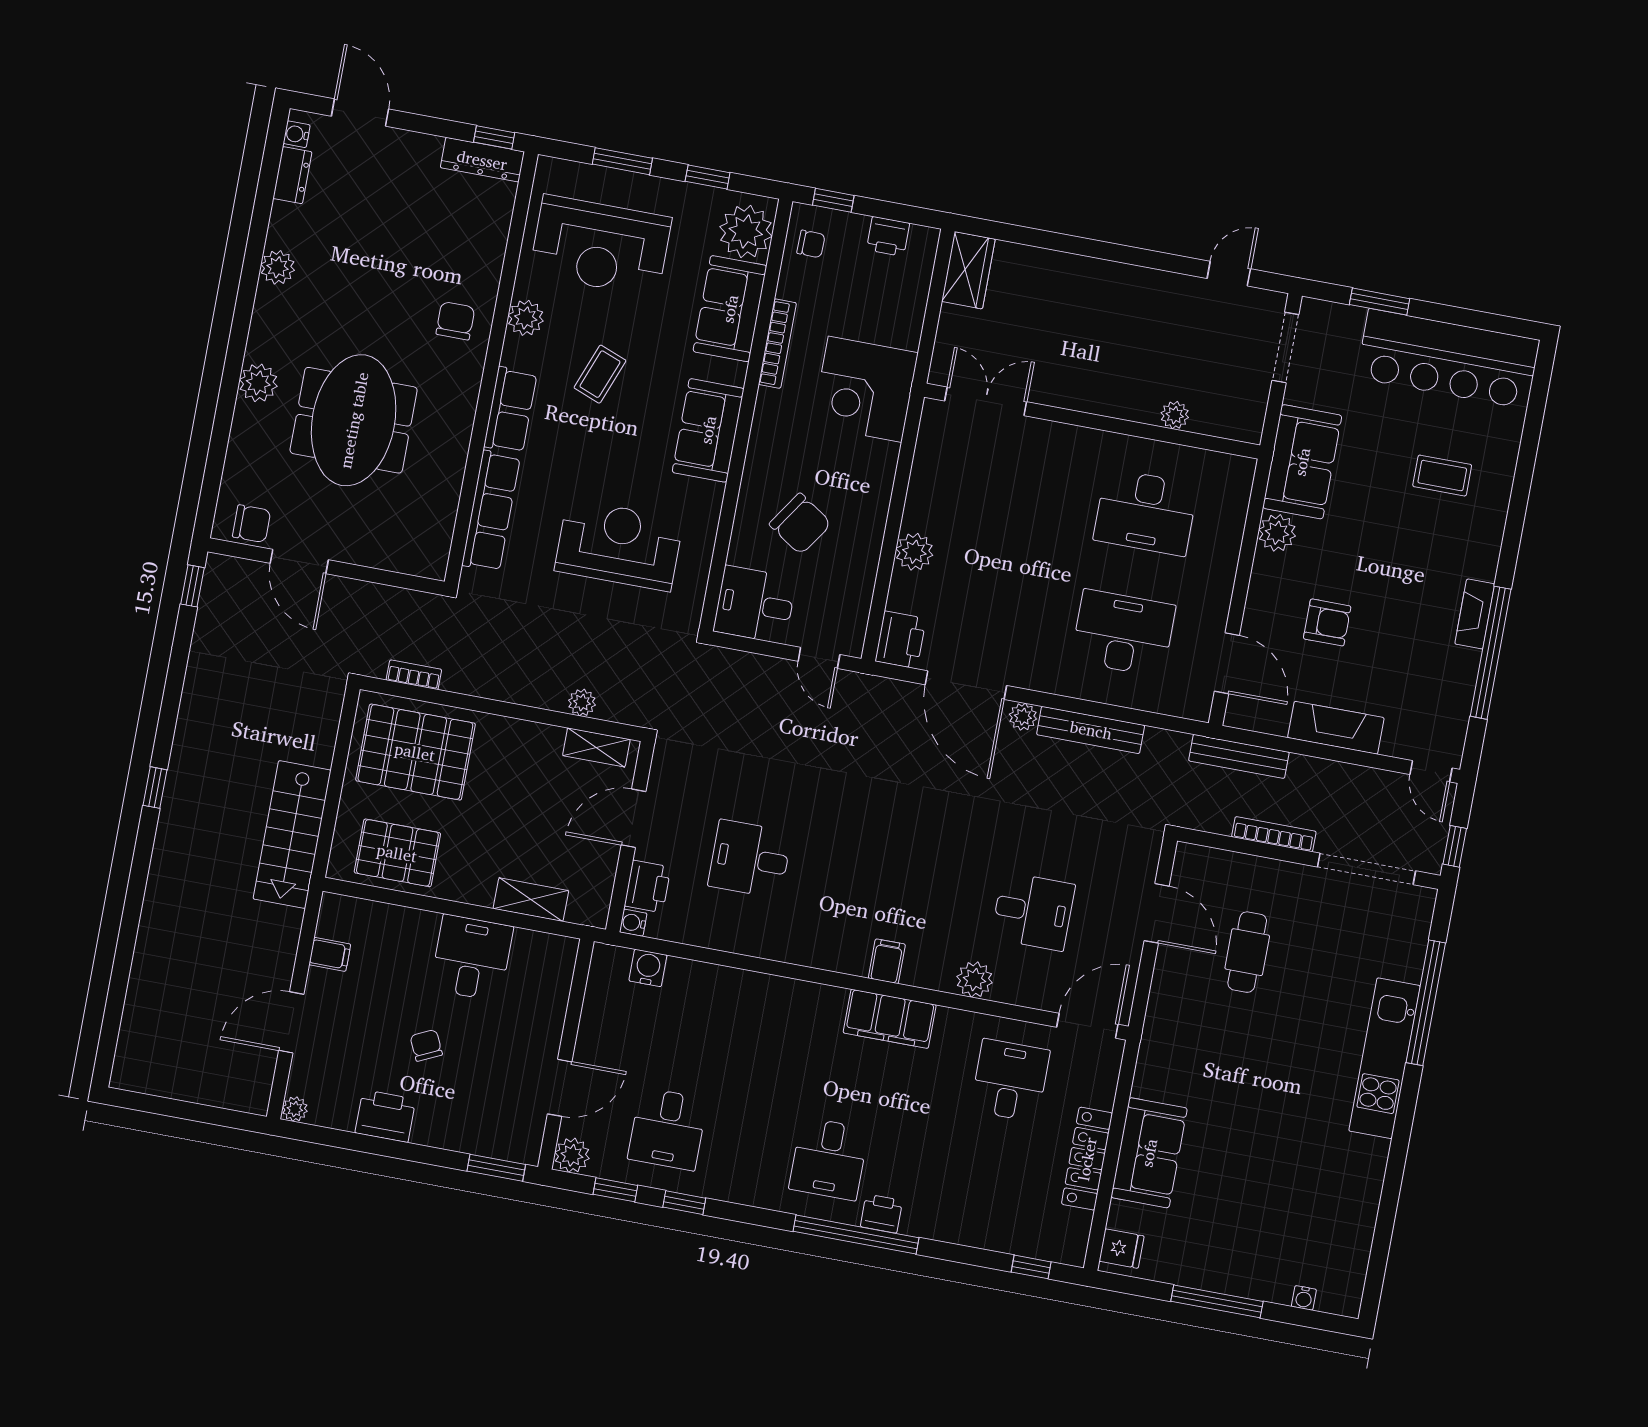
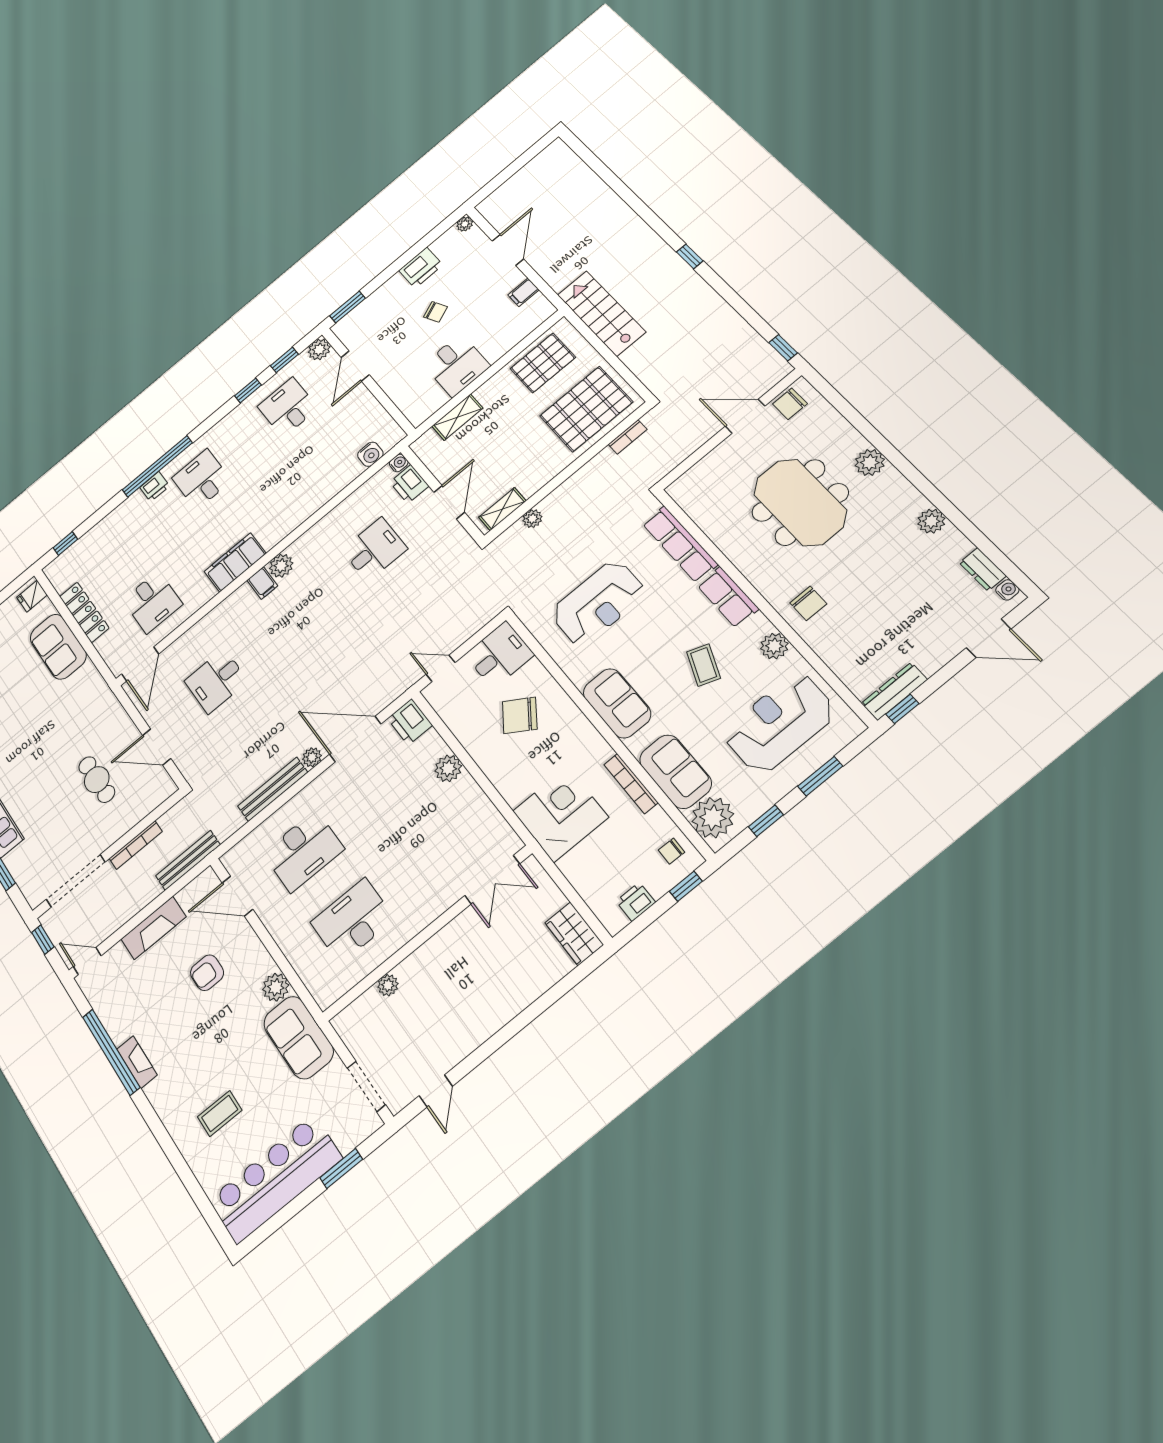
plant: (975, 980) -> (281, 566), moved

